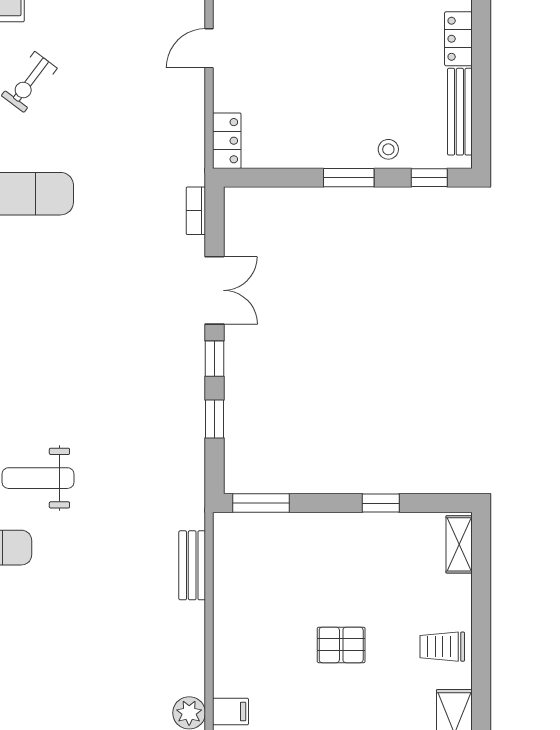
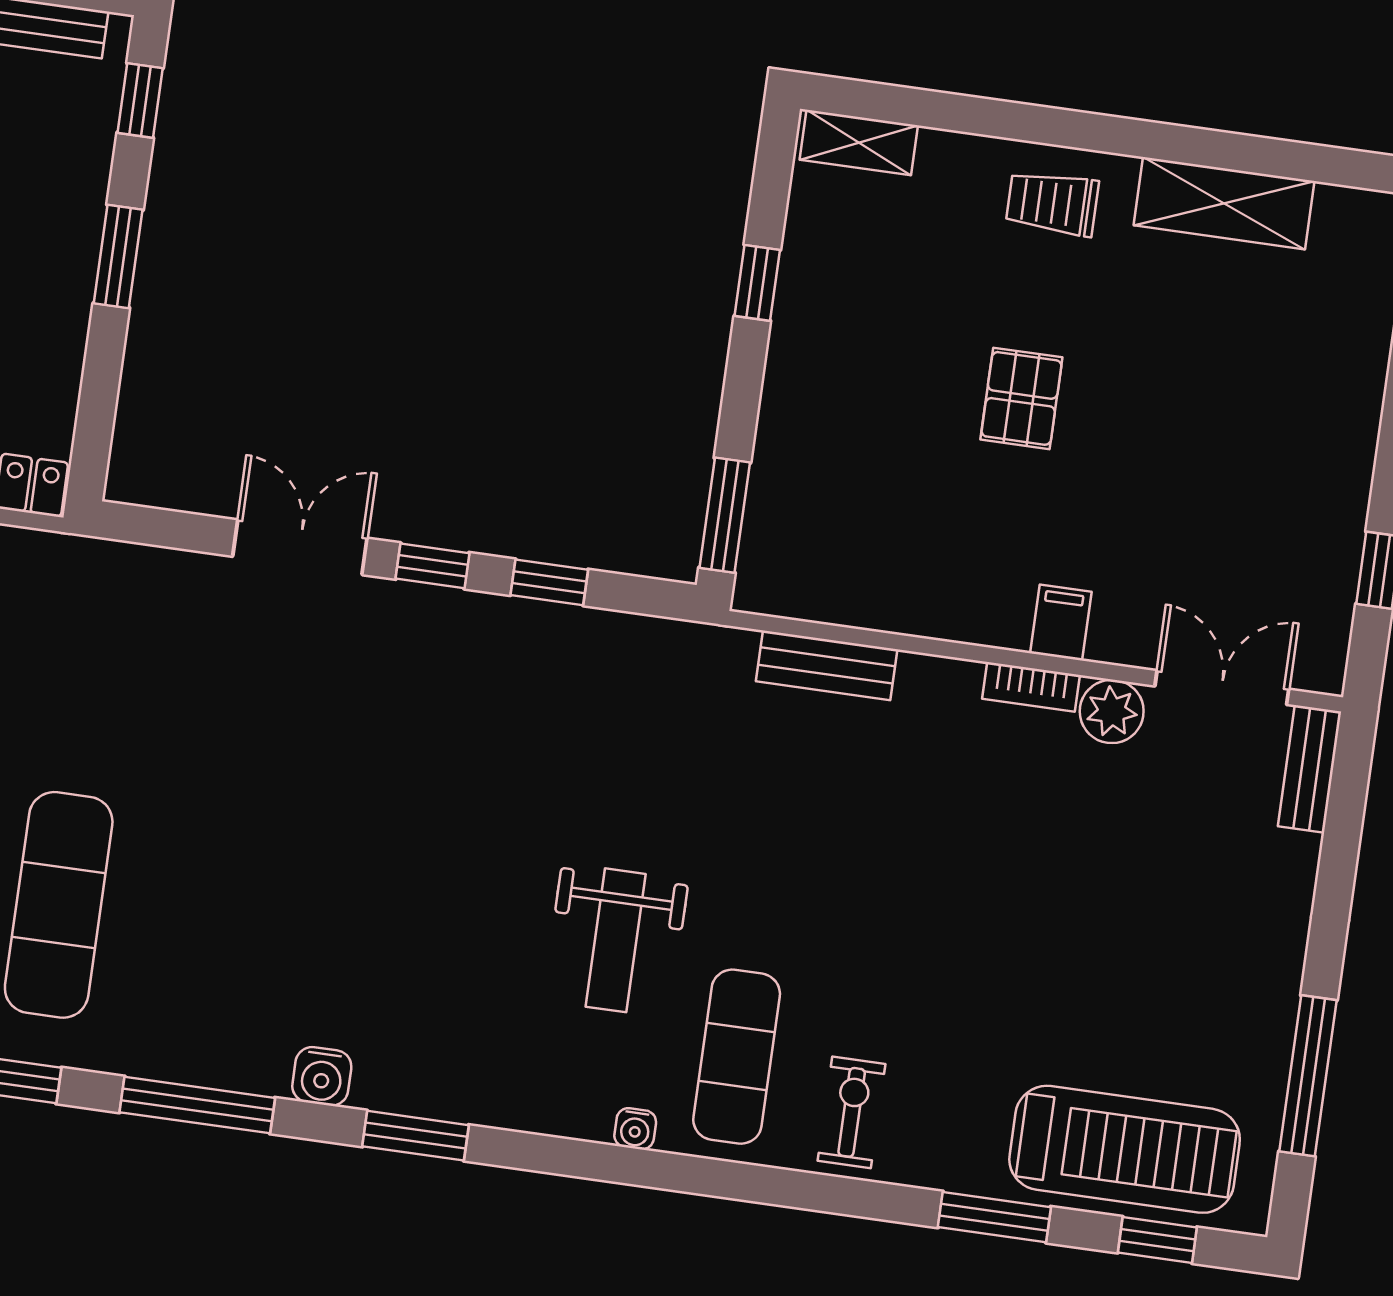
stool: (388, 149) -> (74, 172), removed
bookcase: (196, 211) -> (1031, 687), moved
trolley: (442, 647) -> (1052, 203), turned 90
filing cabinet: (231, 712) -> (1061, 622), moved

